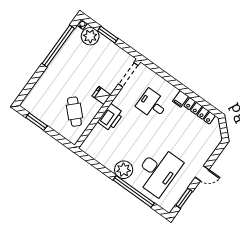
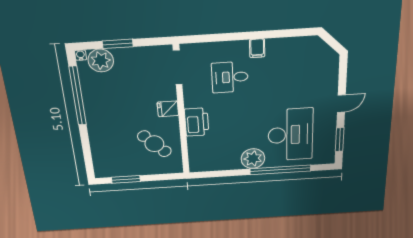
locker: (200, 111) -> (289, 44), removed

